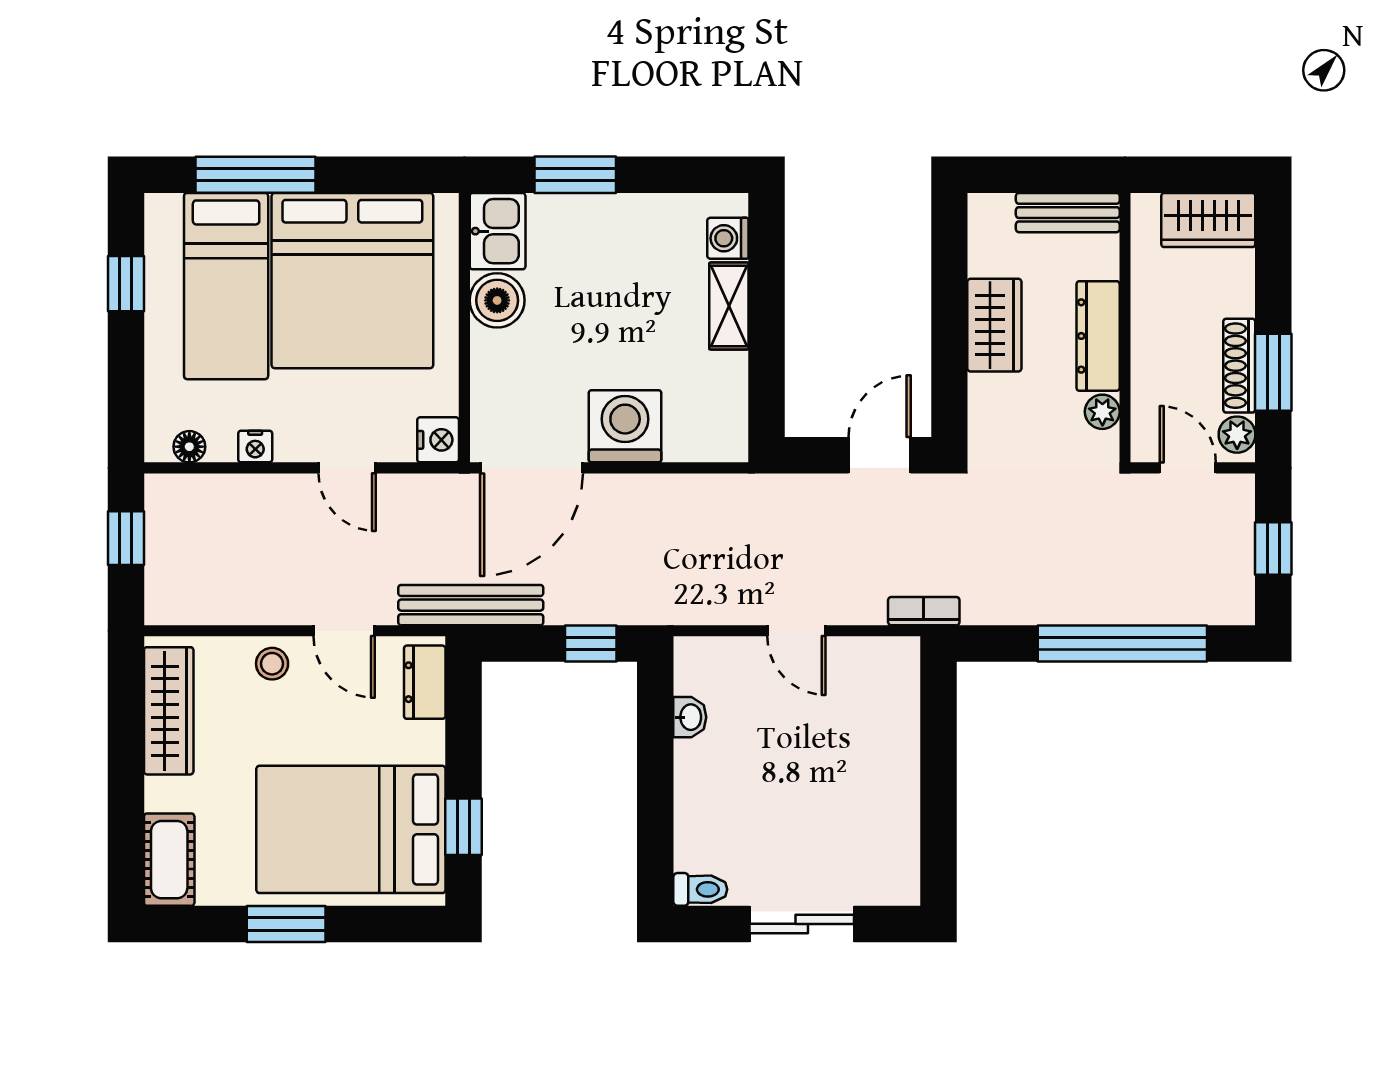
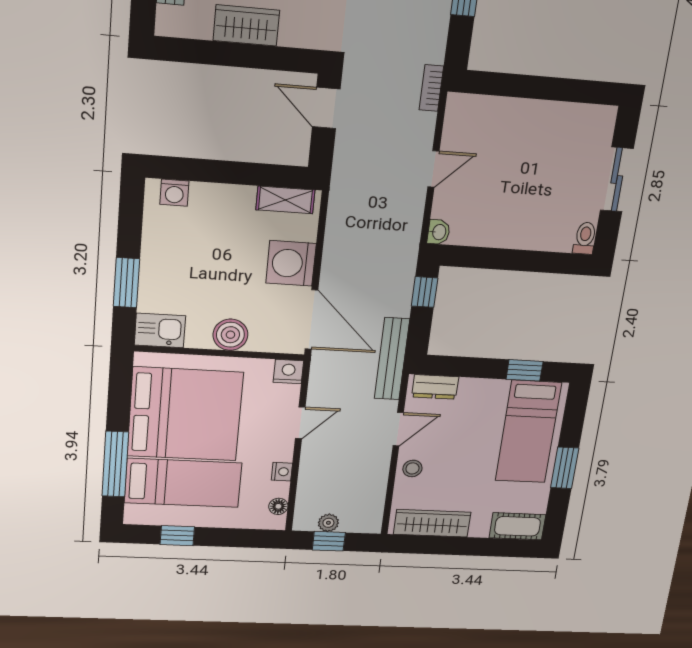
boiler: (497, 300) -> (230, 335), moved
shelving: (729, 306) -> (285, 200), moved
plant: (162, 534) -> (328, 523), added
washbasin: (690, 717) -> (439, 232), moved, turned 90
bed: (351, 829) -> (528, 432), width x0.67

